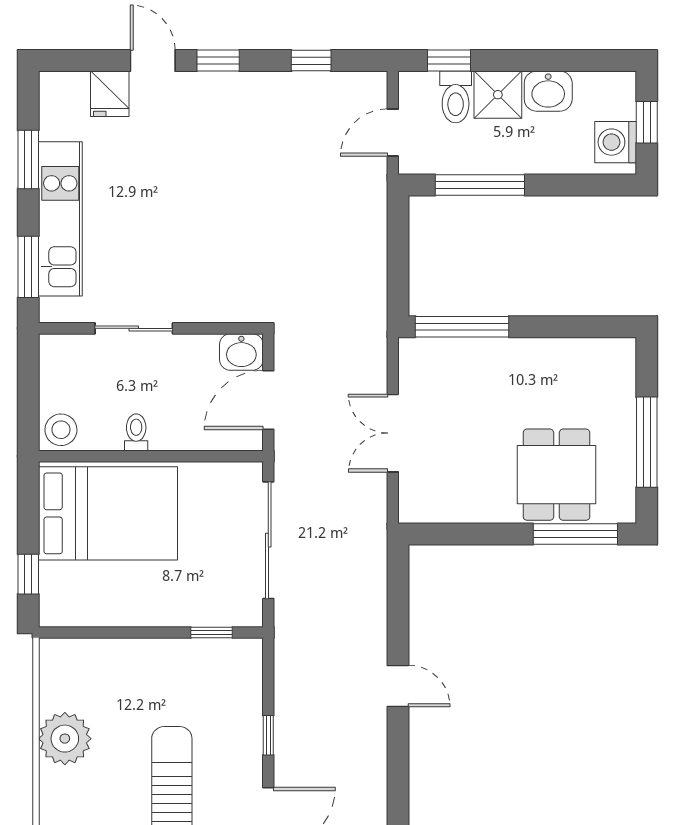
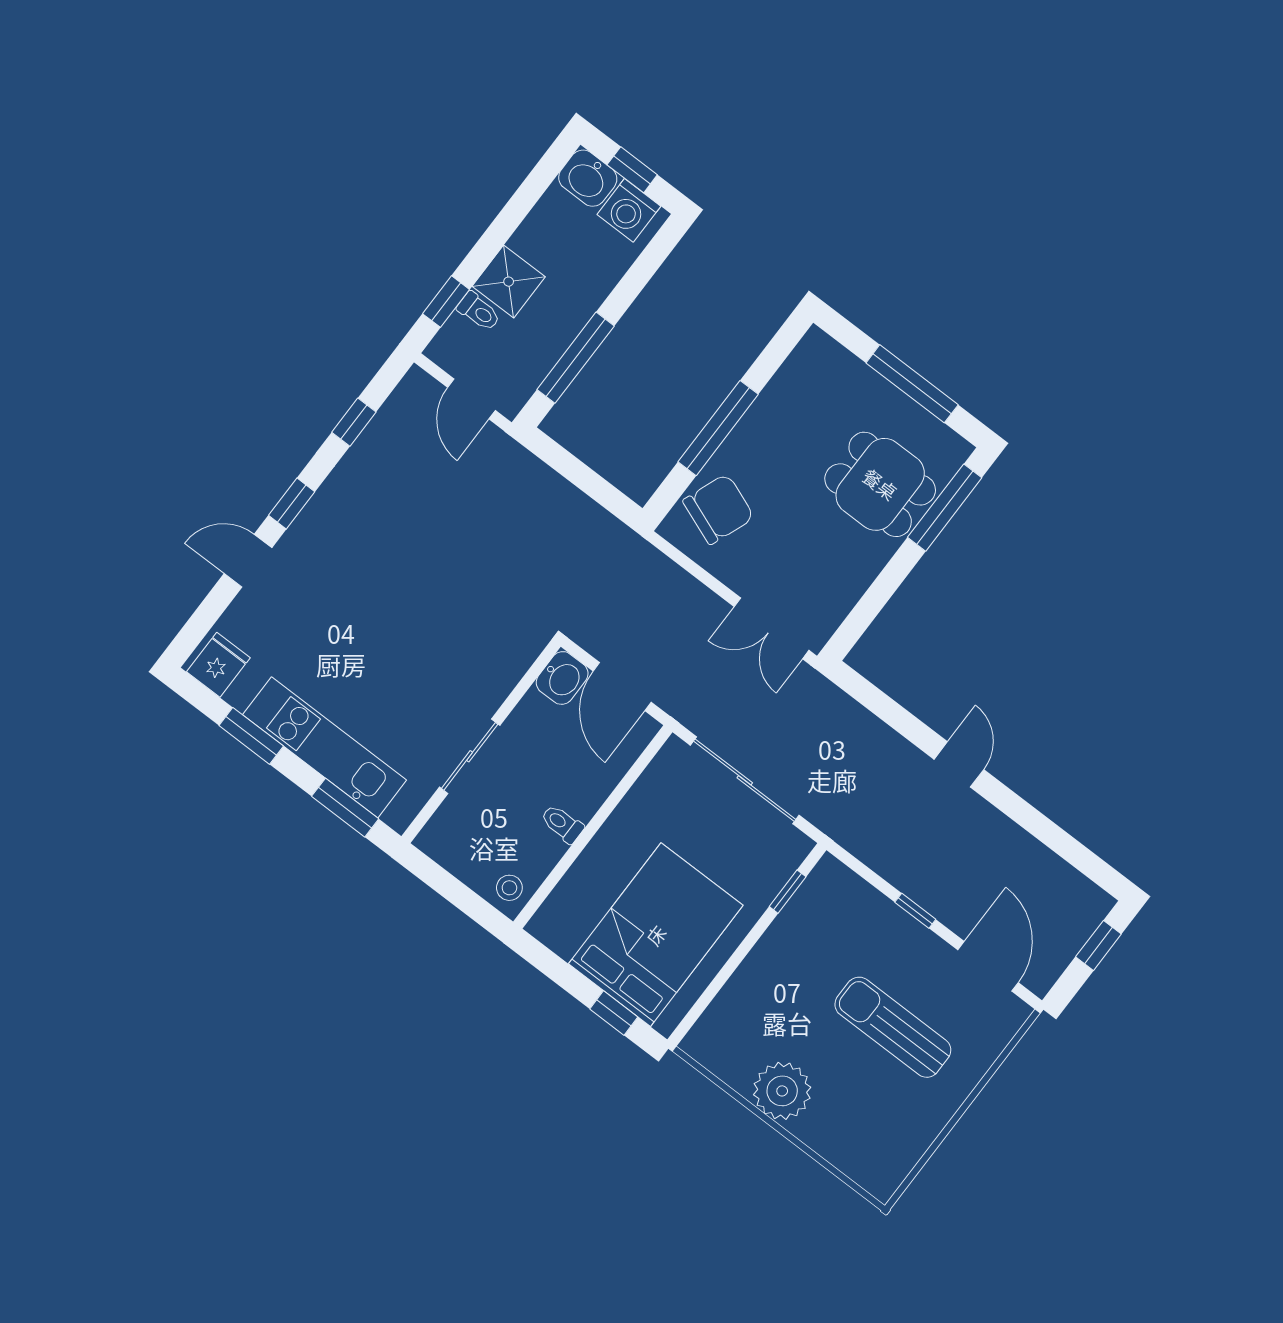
washbasin: (548, 91) -> (588, 178), moved, turned 90
fridge: (110, 94) -> (218, 665), moved, turned -90
toilet: (456, 97) -> (479, 312), width x0.73, depth x0.72
window: (462, 327) -> (718, 428), moved
chair: (449, 372) -> (718, 509), added
stool: (61, 430) -> (509, 888), width x0.73, depth x0.73
double door: (393, 433) -> (772, 628), moved
bed: (108, 513) -> (656, 935), moved
door: (398, 686) -> (959, 764), hinge flipped

